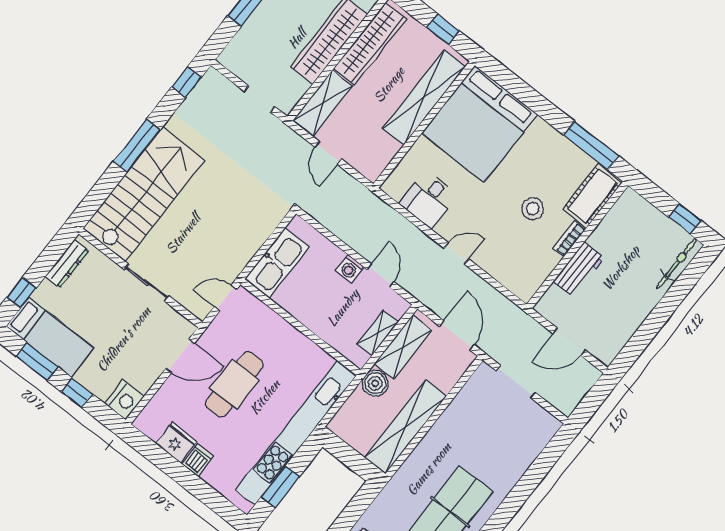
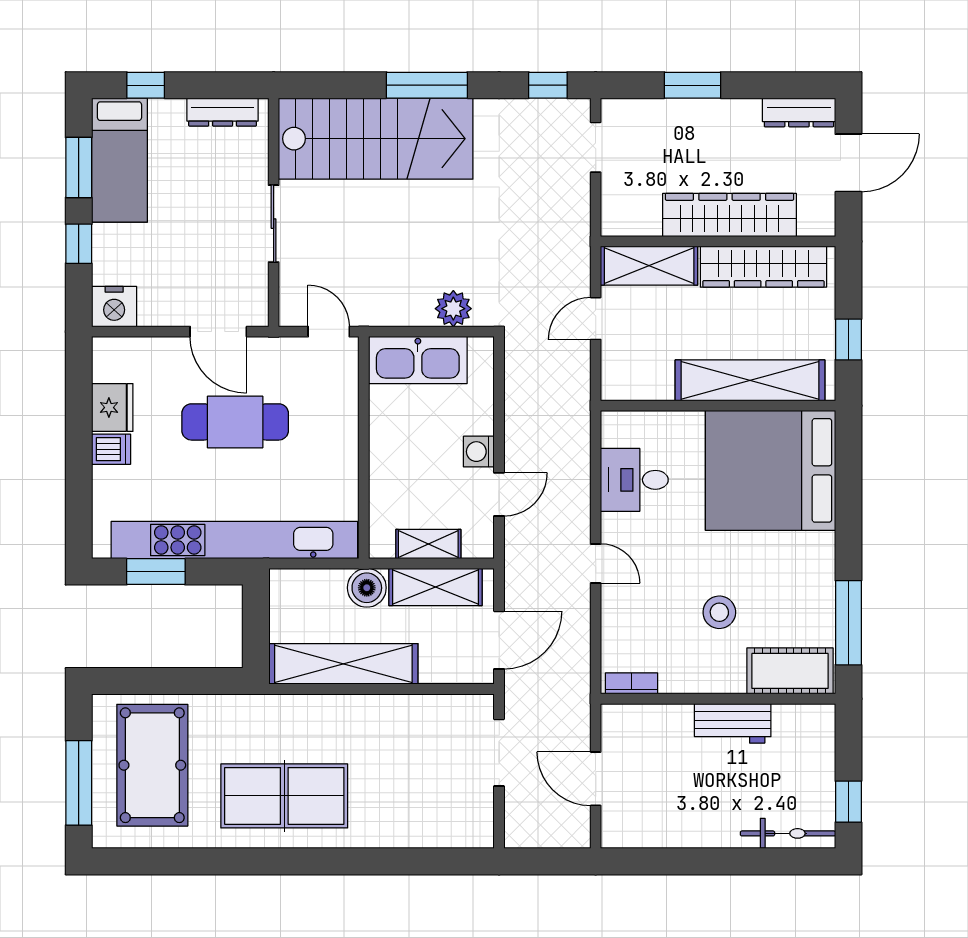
doorway: (259, 99) -> (596, 147), moved
plant: (265, 223) -> (453, 309), added
bookcase: (569, 239) -> (632, 683), moved
workbench: (579, 270) -> (733, 723), moved

